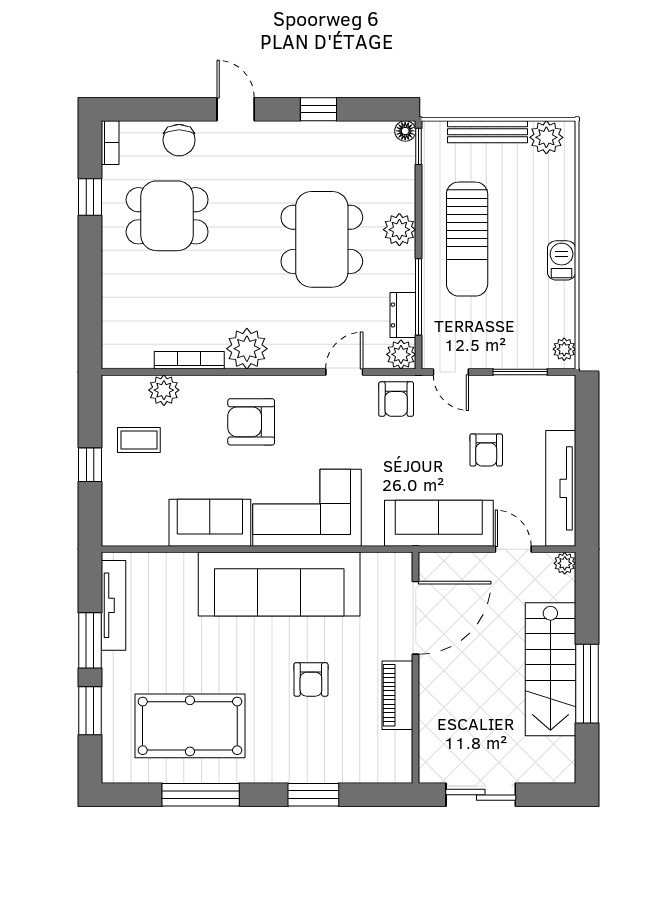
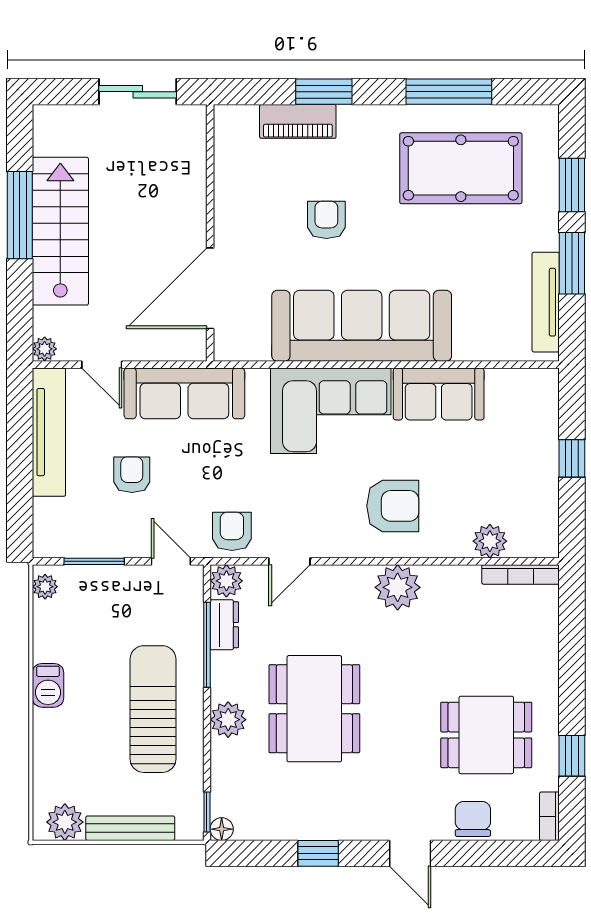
bookcase: (189, 360) -> (521, 574), moved
coffee table: (139, 440) -> (517, 486), removed
piano: (397, 695) -> (298, 121), moved, turned 90

